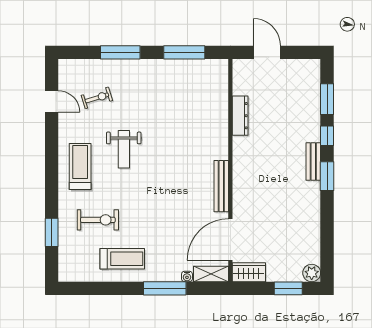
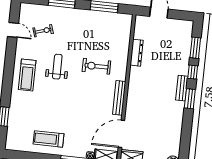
weight bench: (124, 149) -> (57, 67), turned 180
treadmill: (80, 167) -> (27, 75), turned 180
exercise bike: (98, 220) -> (96, 66), moved, turned 180
treadmill: (122, 259) -> (49, 139), turned 180

